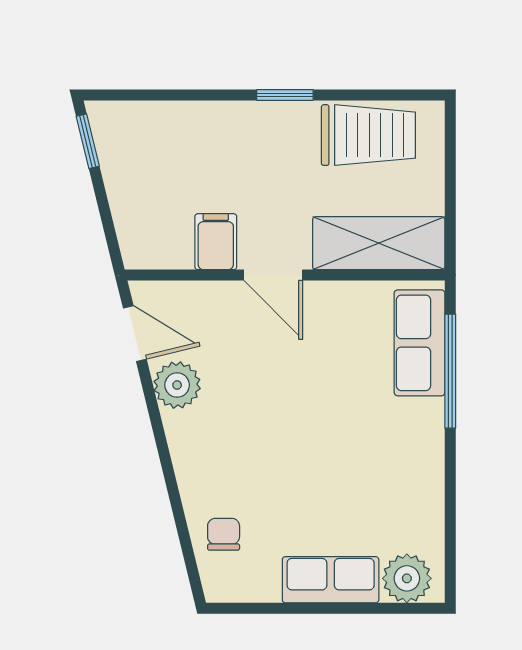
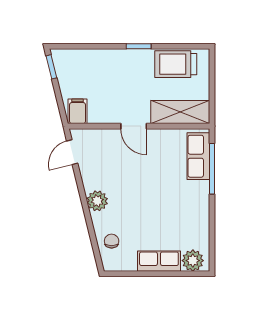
trolley: (368, 135) -> (176, 64), turned 180
filing cabinet: (216, 242) -> (78, 111), moved
door: (135, 334) -> (72, 152), swing flipped
plant: (177, 385) -> (97, 201), moved

